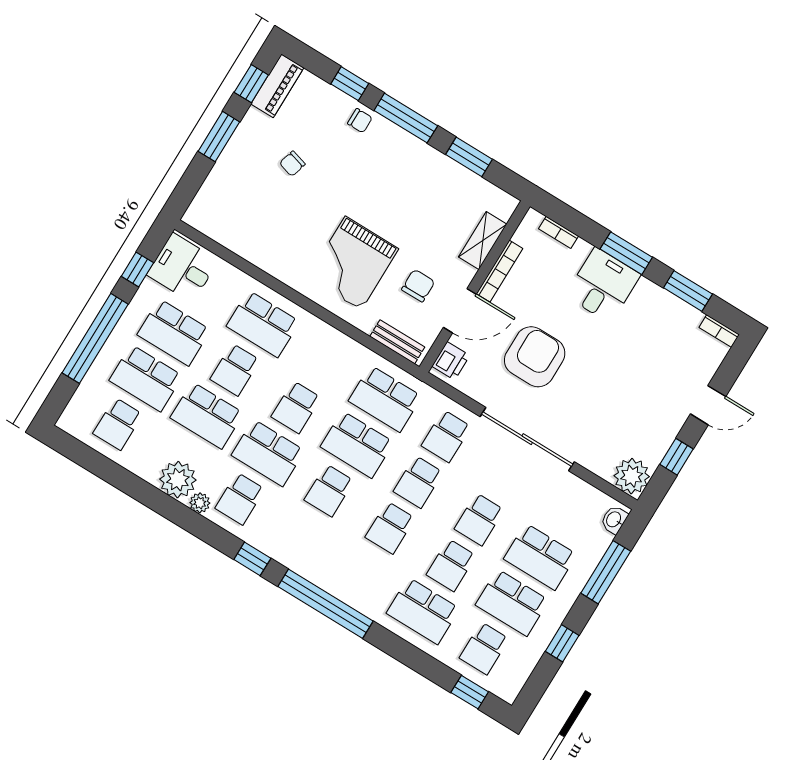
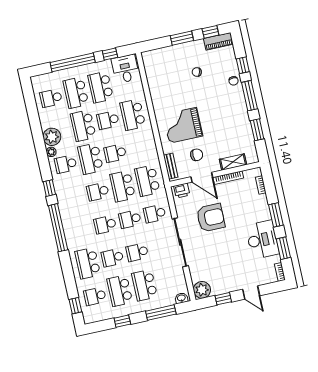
desk: (603, 285) -> (262, 240), moved, width x1.37

